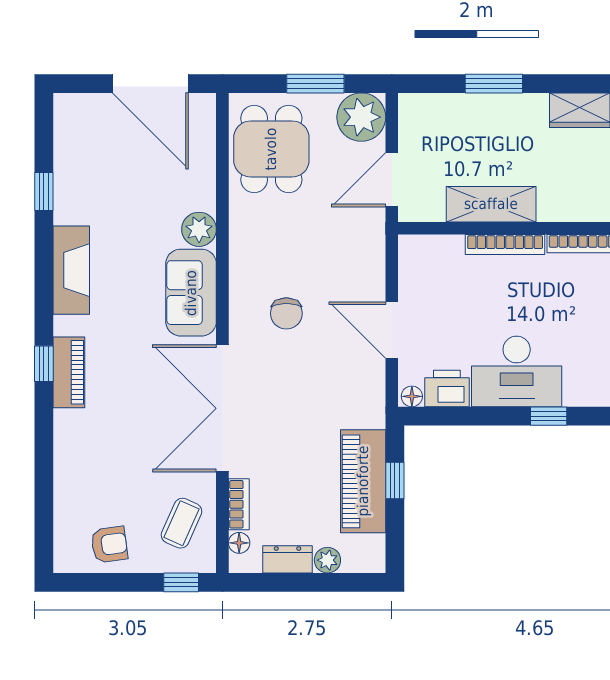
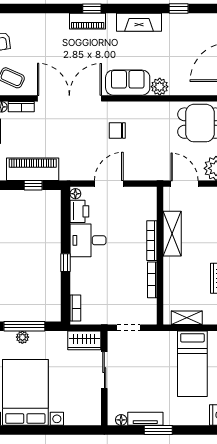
desk: (517, 371) -> (88, 240), width x0.73

